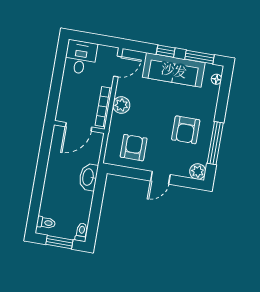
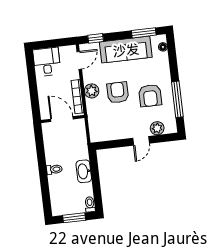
window: (166, 51) -> (96, 38), moved
door: (79, 127) -> (62, 119), swing flipped
armchair: (134, 148) -> (118, 93), moved
plant: (198, 172) -> (157, 128), moved
washbasin: (88, 177) -> (84, 171), moved
toilet: (46, 223) -> (54, 169), moved

